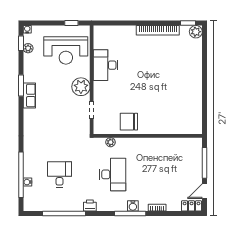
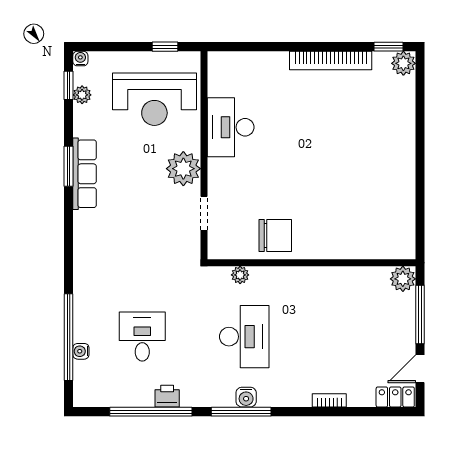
row of seats: (29, 95) -> (85, 174), width x1.48
chair: (129, 122) -> (275, 235), turned 180
plant: (195, 144) -> (403, 279), added
printer: (90, 205) -> (167, 396), moved
water cooler: (133, 206) -> (246, 397), moved
window: (130, 214) -> (241, 412), moved

